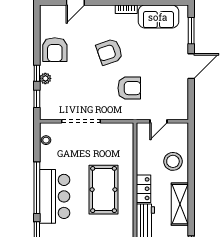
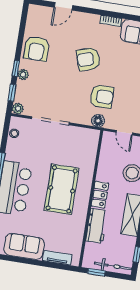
floor lamp: (130, 113) -> (98, 121), added
plant: (46, 114) -> (18, 109), added
door: (158, 121) -> (124, 133), hinge flipped

